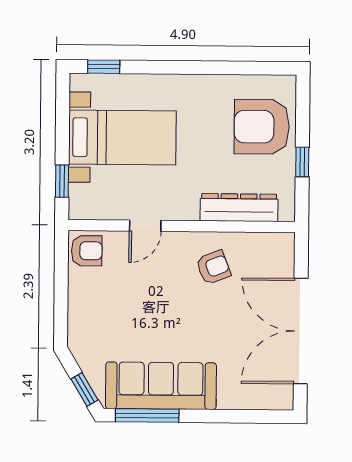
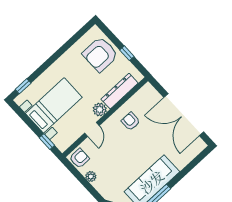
plant: (184, 207) -> (100, 109), added
armchair: (213, 267) -> (131, 121), turned -69
plant: (78, 293) -> (91, 176), added

